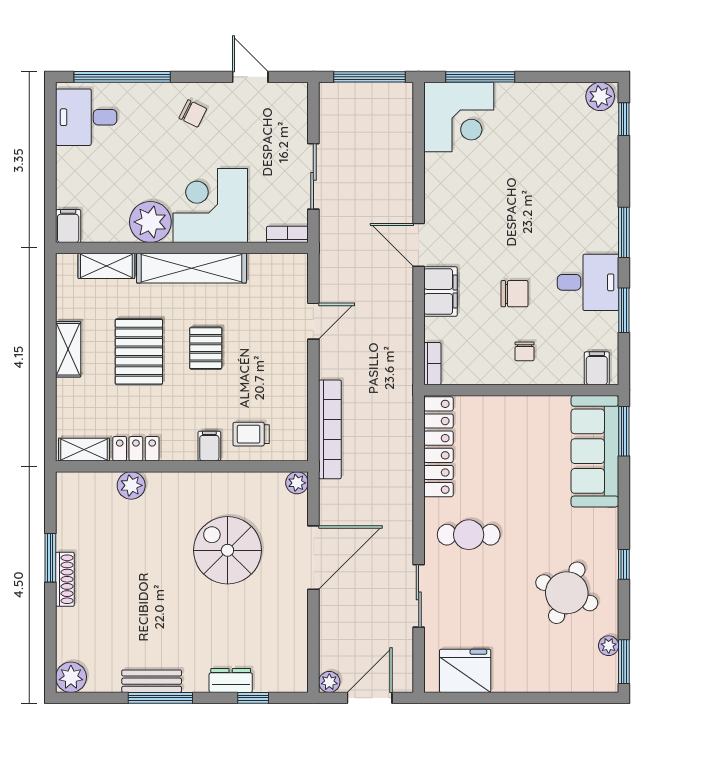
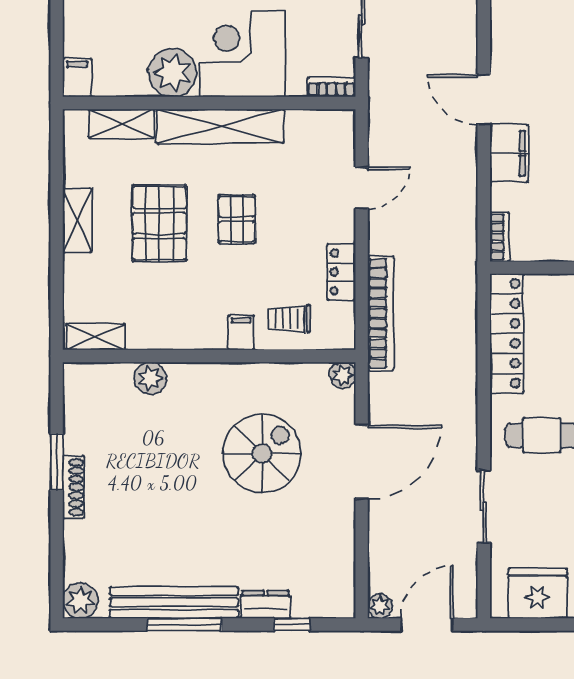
locker: (136, 449) -> (341, 272), moved, turned -90
spiral stairs: (227, 550) -> (262, 453), turned 90
bench: (152, 681) -> (174, 602), width x1.86, depth x1.21

